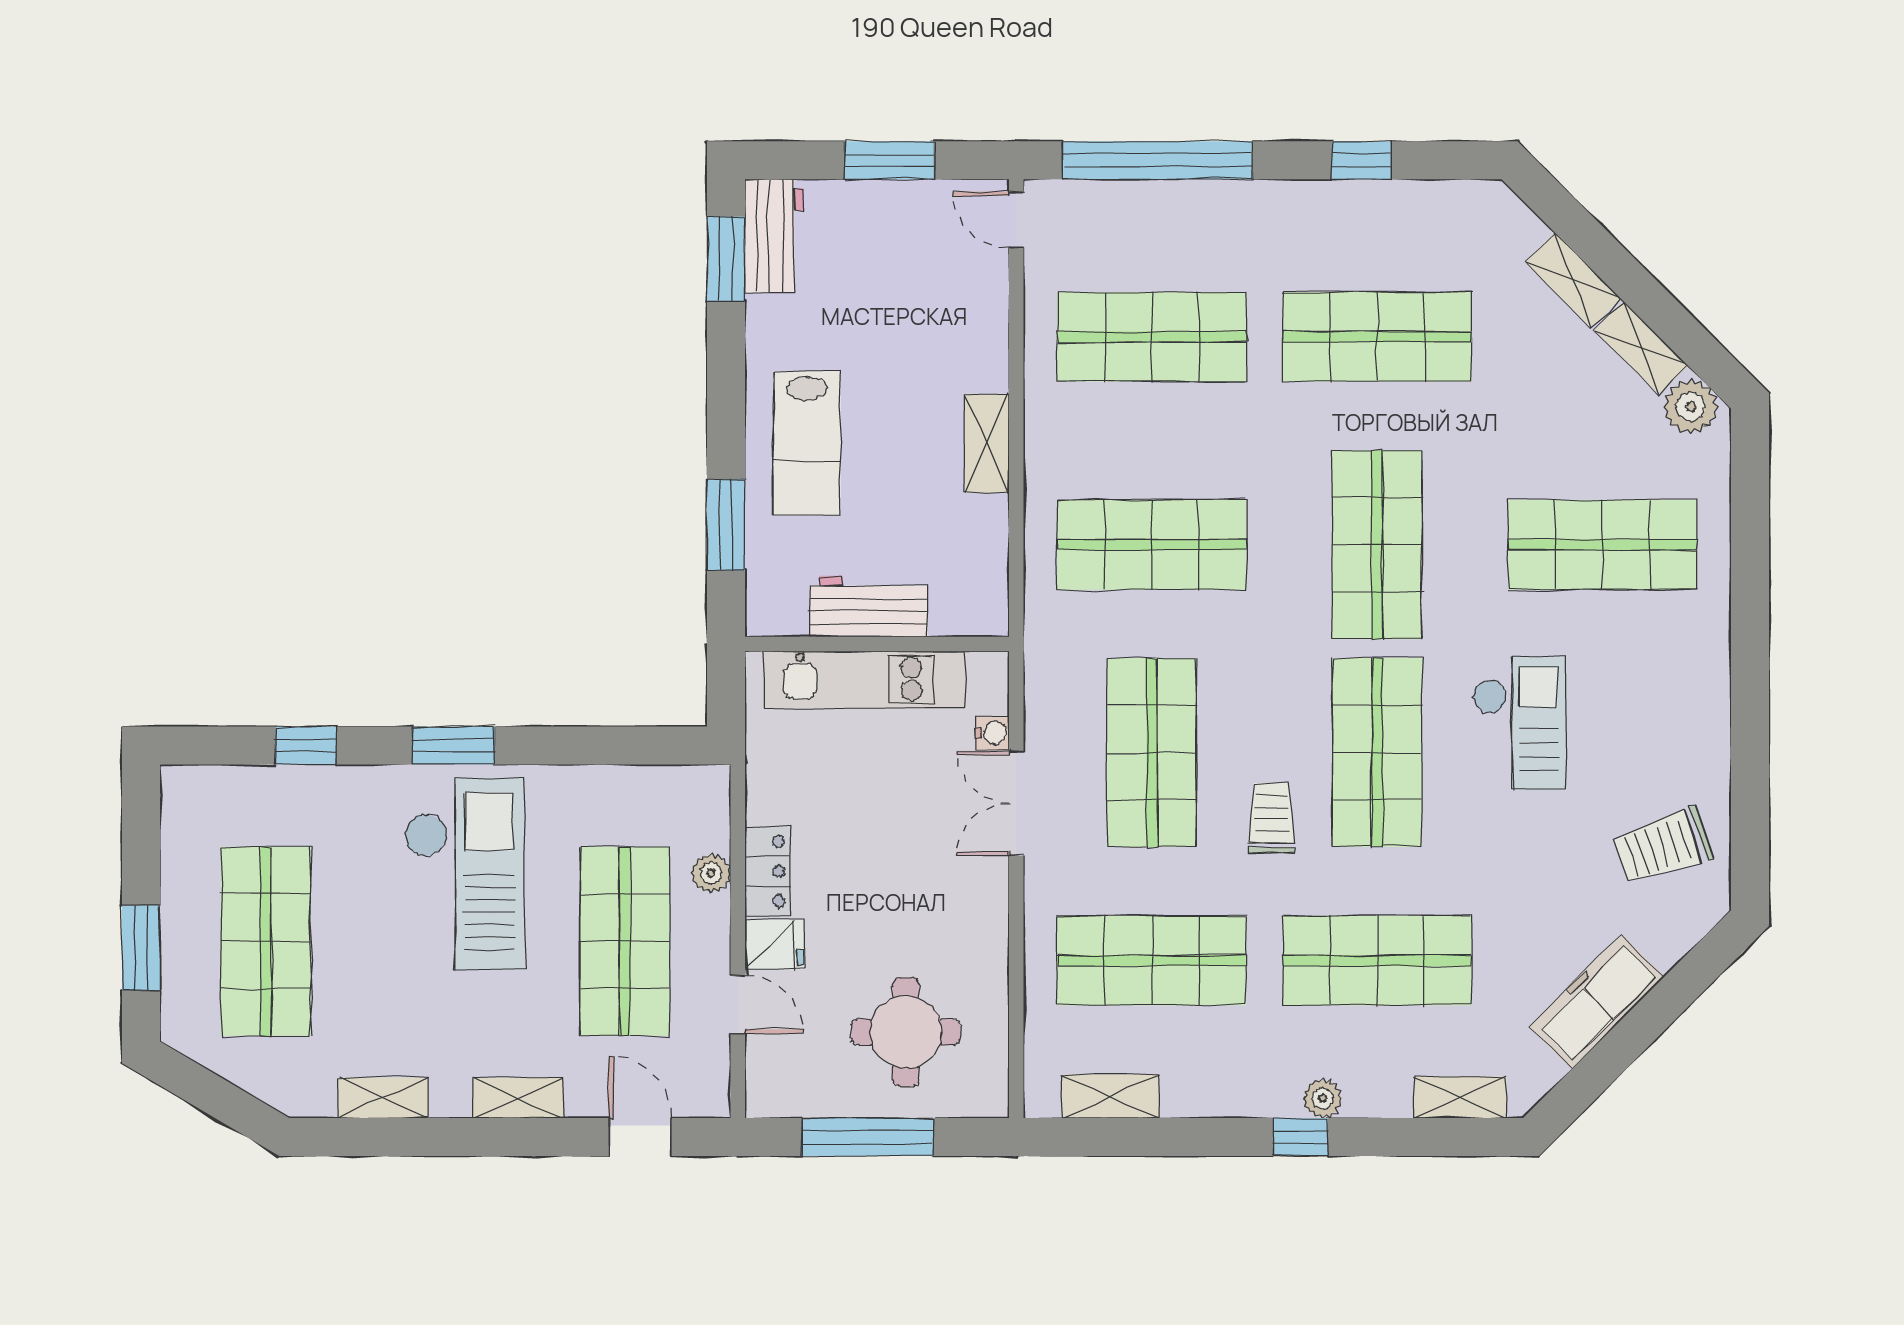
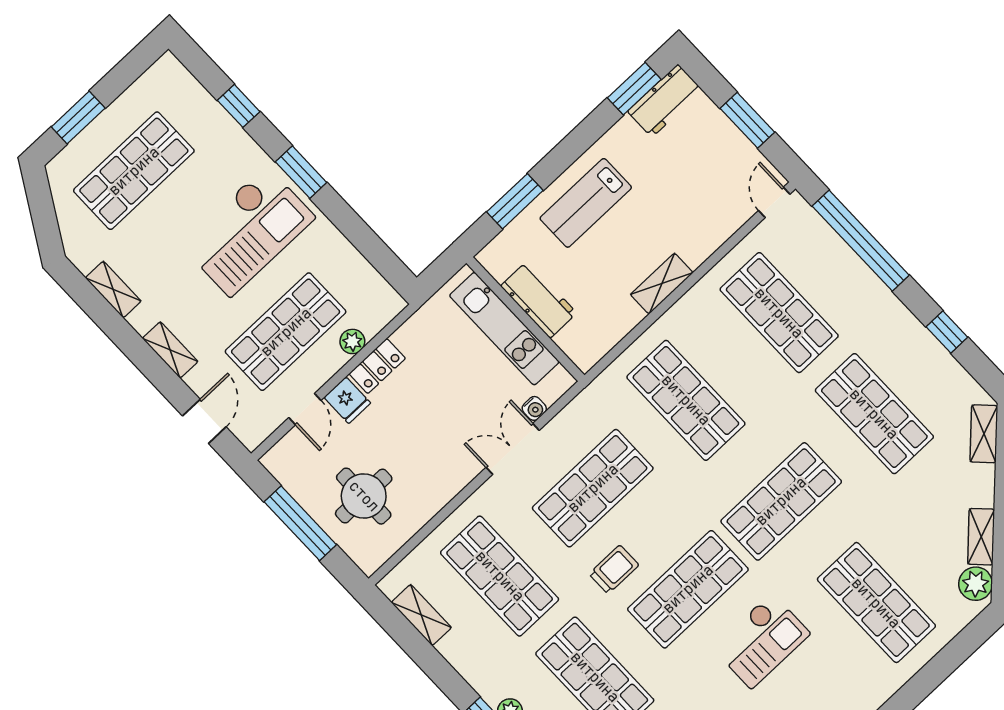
shelving: (1573, 280) -> (984, 434), moved

